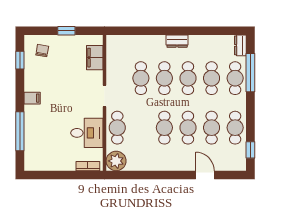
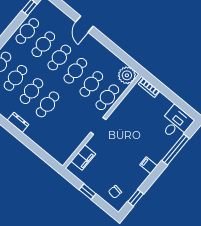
cafe table: (141, 78) -> (91, 84), moved
desk: (87, 133) -> (176, 123), moved, turned 90
door: (205, 175) -> (84, 24), moved

